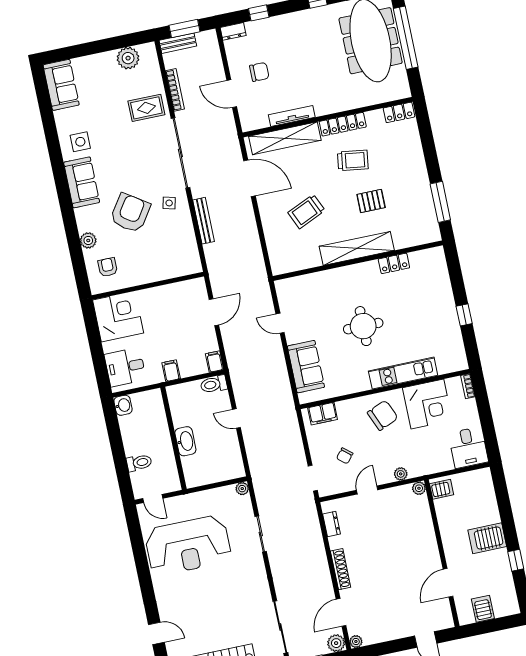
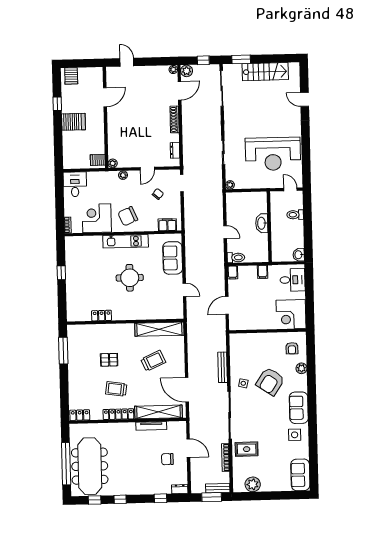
shelving: (357, 248) -> (159, 329), moved
kitchen unit: (403, 373) -> (126, 241), moved
reception desk: (188, 545) -> (273, 154), turned 180
server rack: (483, 609) -> (71, 76), moved

